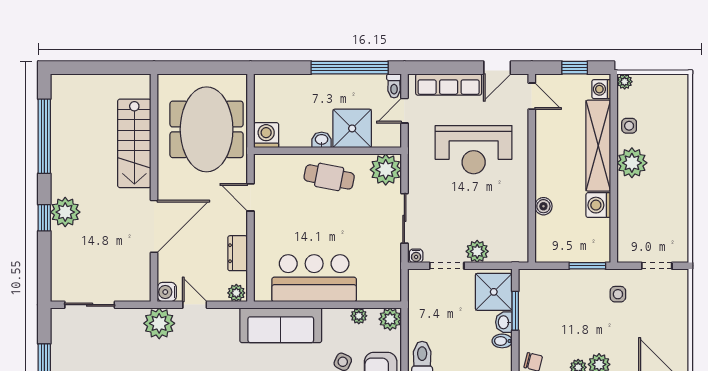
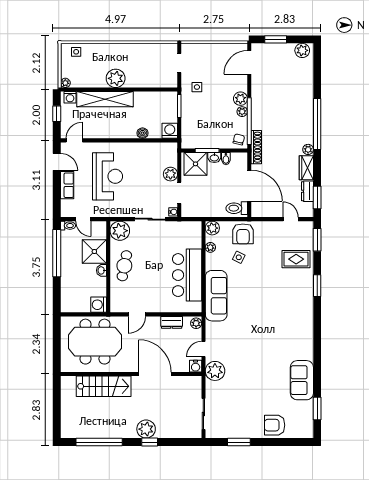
row of seats: (449, 84) -> (67, 185), width x0.68
side table: (629, 126) -> (76, 52), moved
washing machine: (598, 205) -> (170, 131), moved, turned 180

